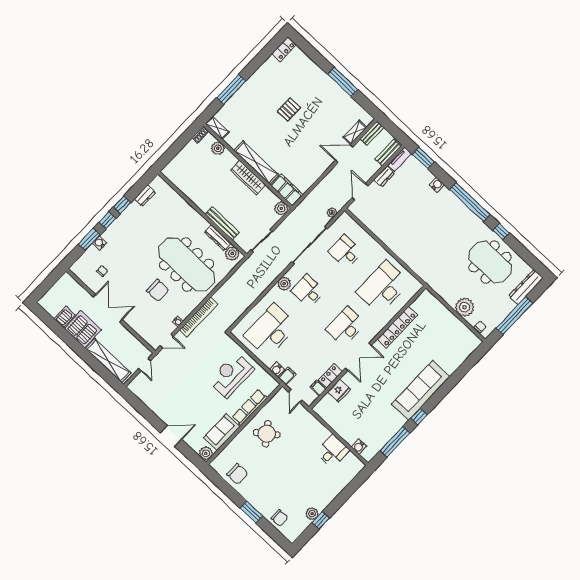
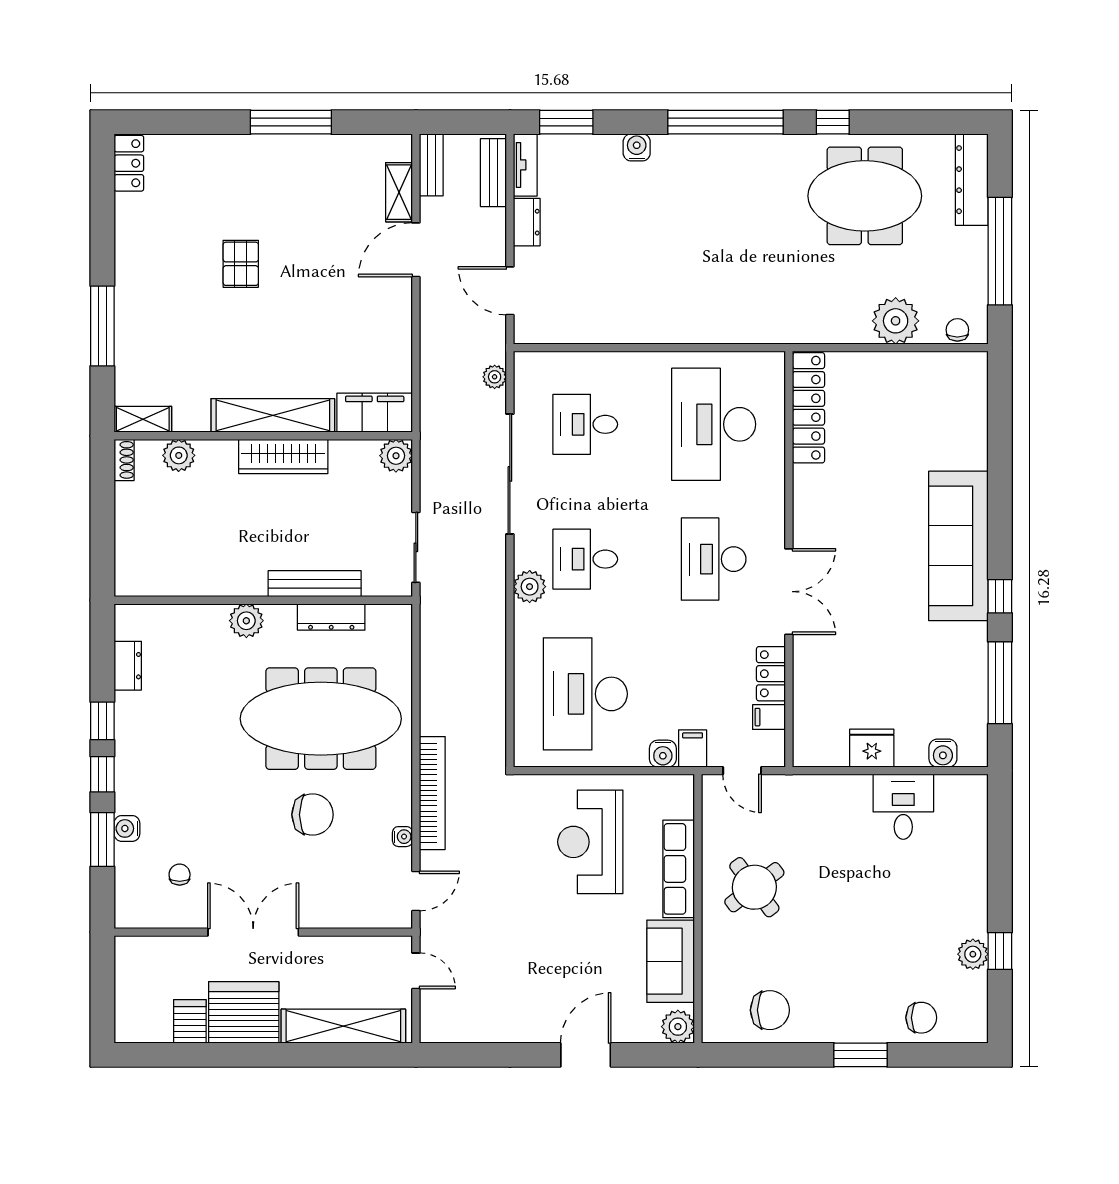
plant: (232, 253) -> (246, 621), moved
locker: (397, 327) -> (809, 408), moved
fridge: (339, 391) -> (872, 748), moved, turned -90

